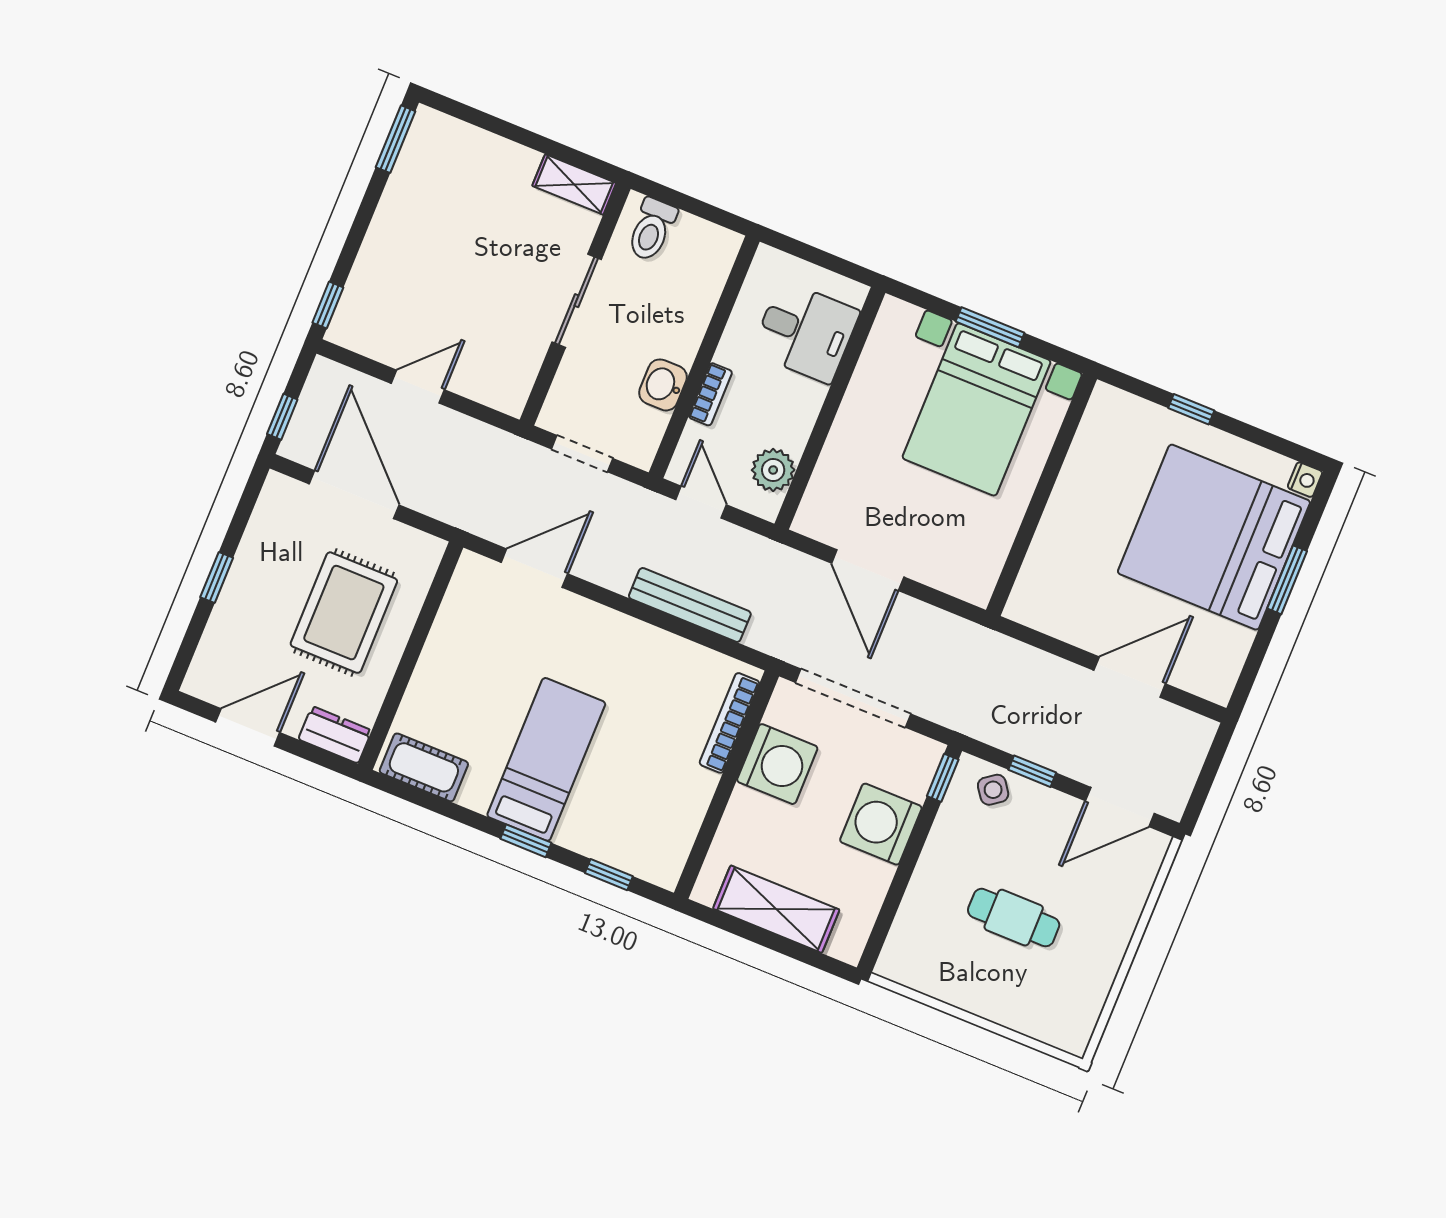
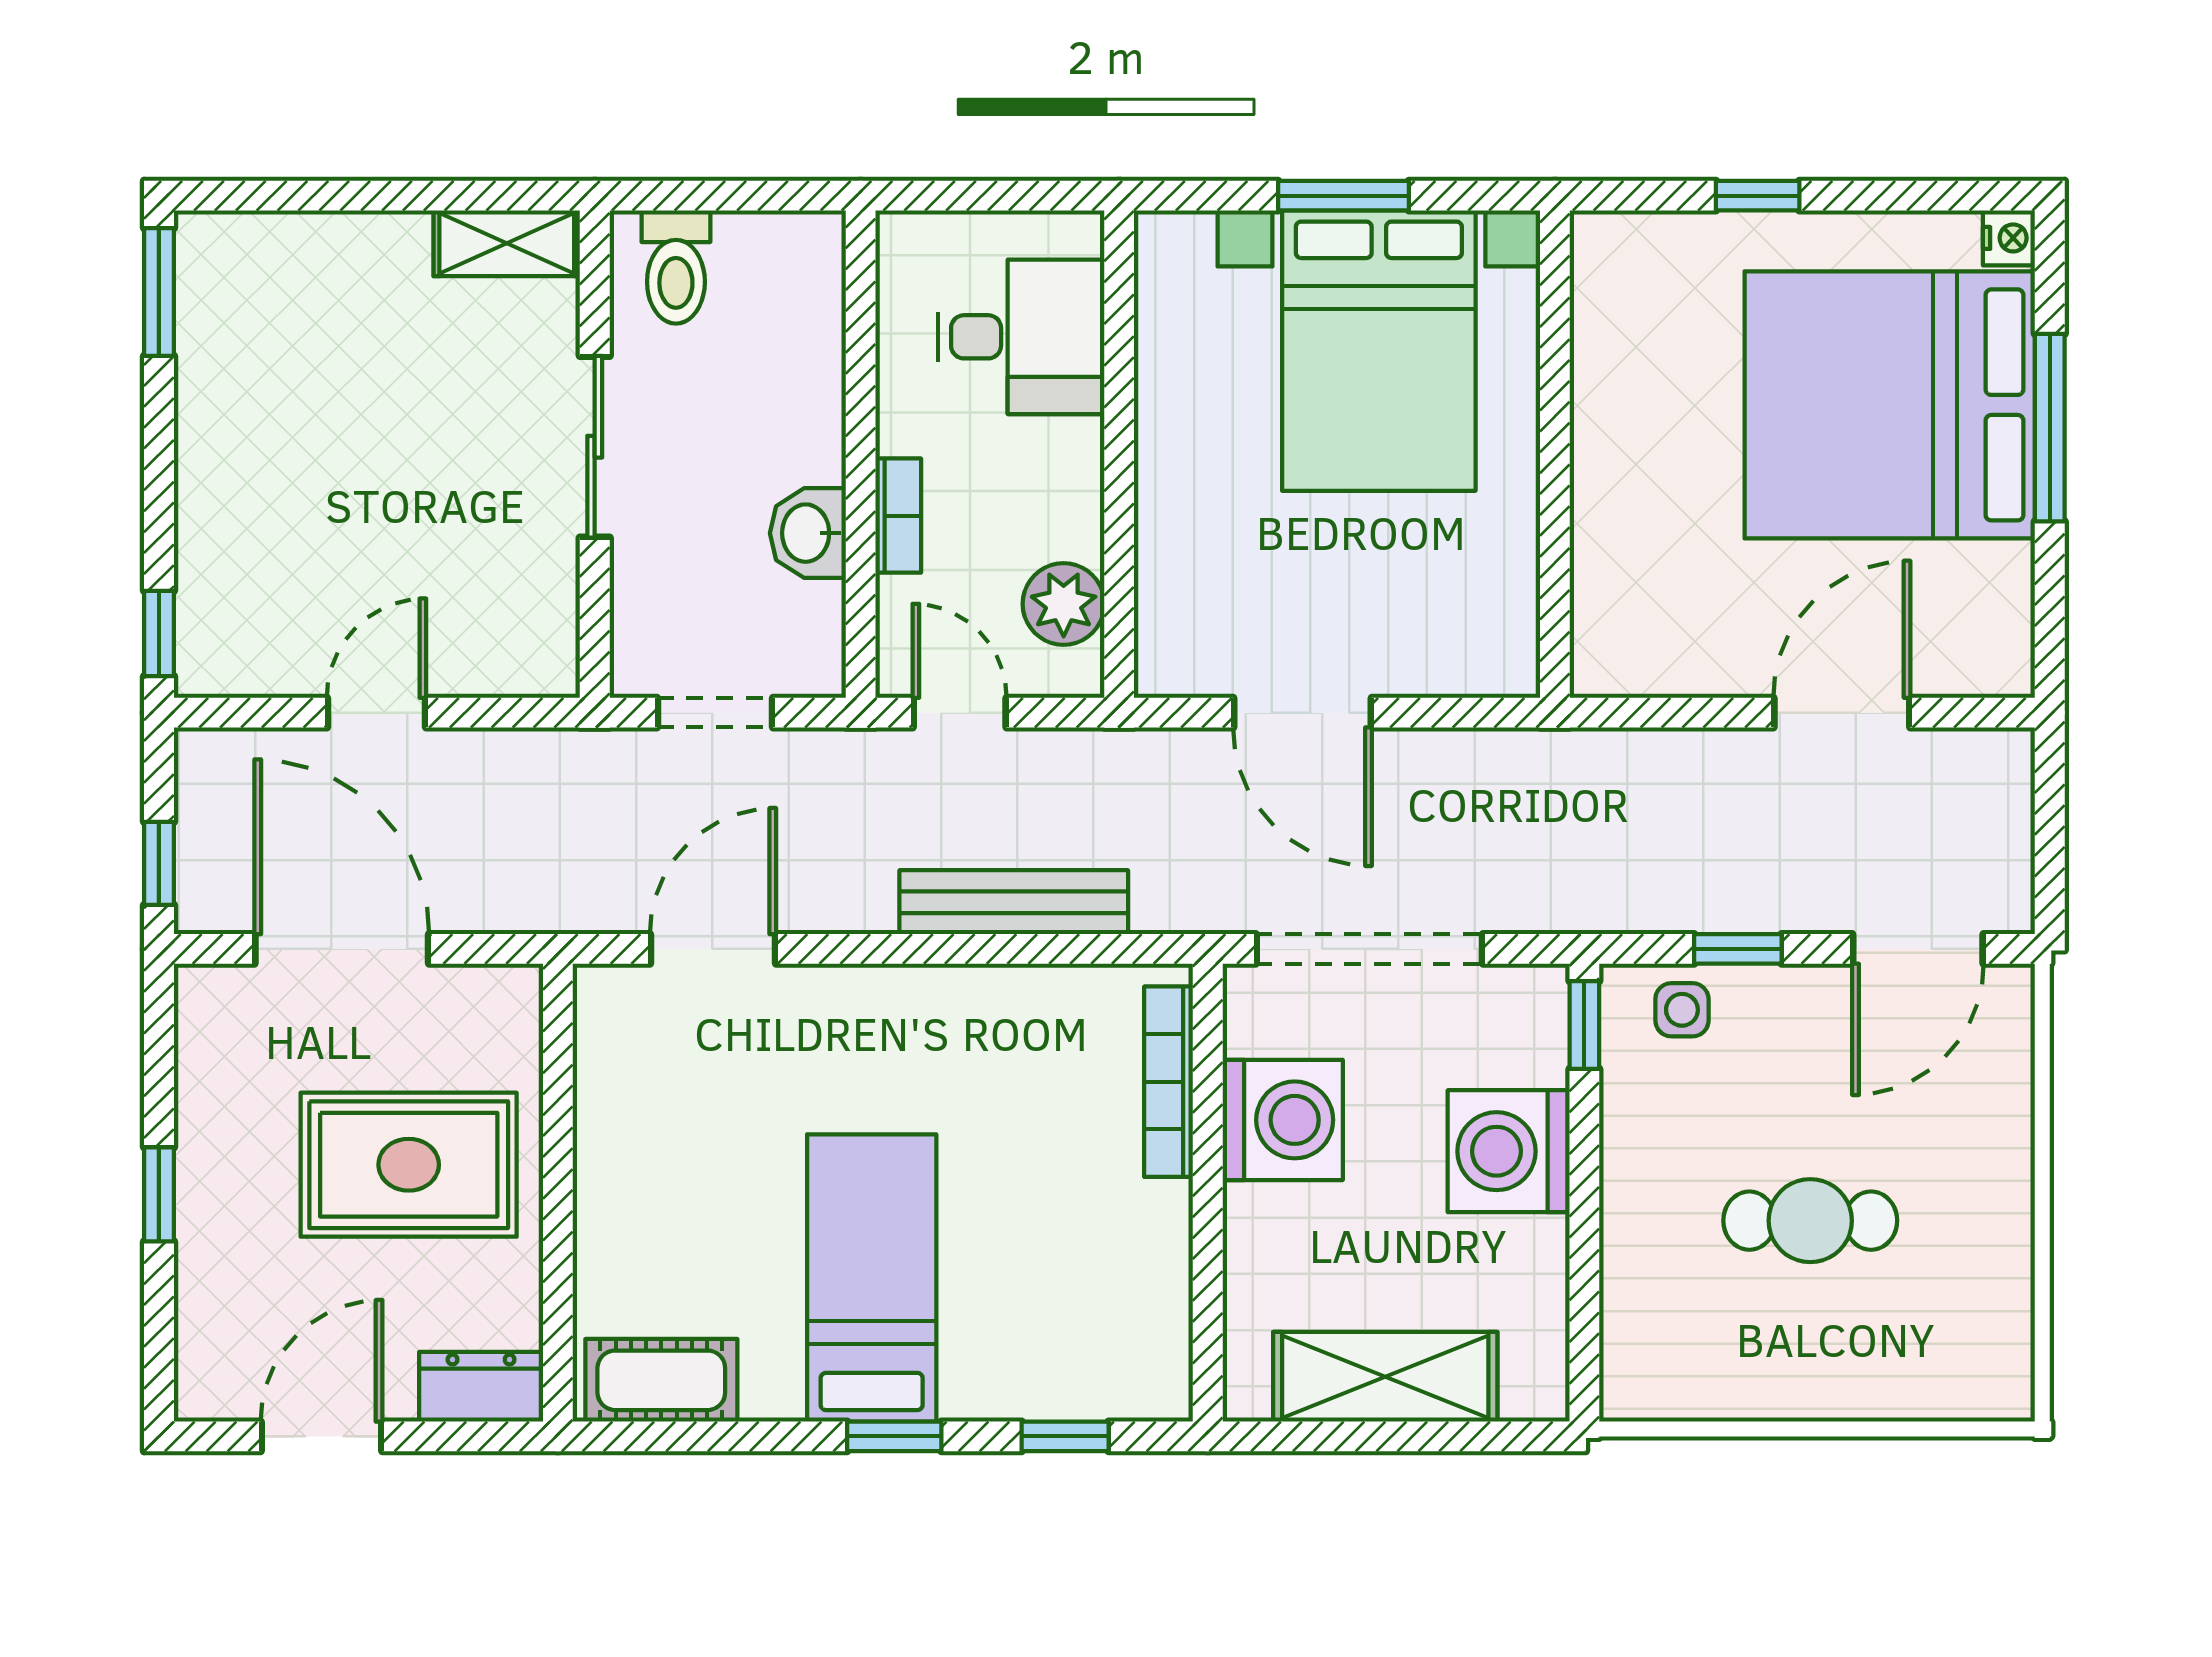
window: (1287, 580) -> (2050, 428), width x1.44
rug: (344, 613) -> (409, 1165), turned 90
side table: (993, 790) -> (1682, 1010), turned 36

